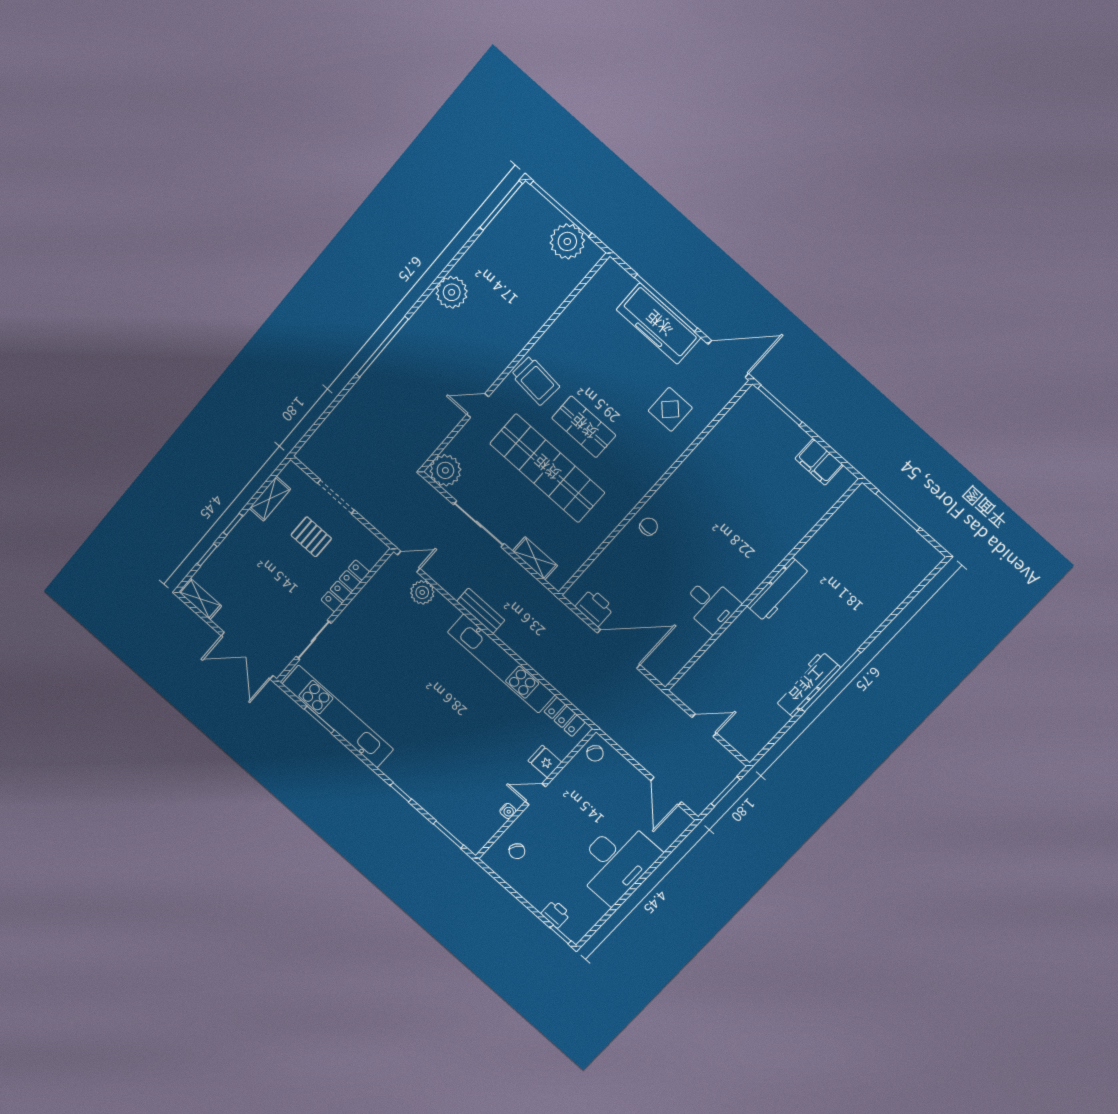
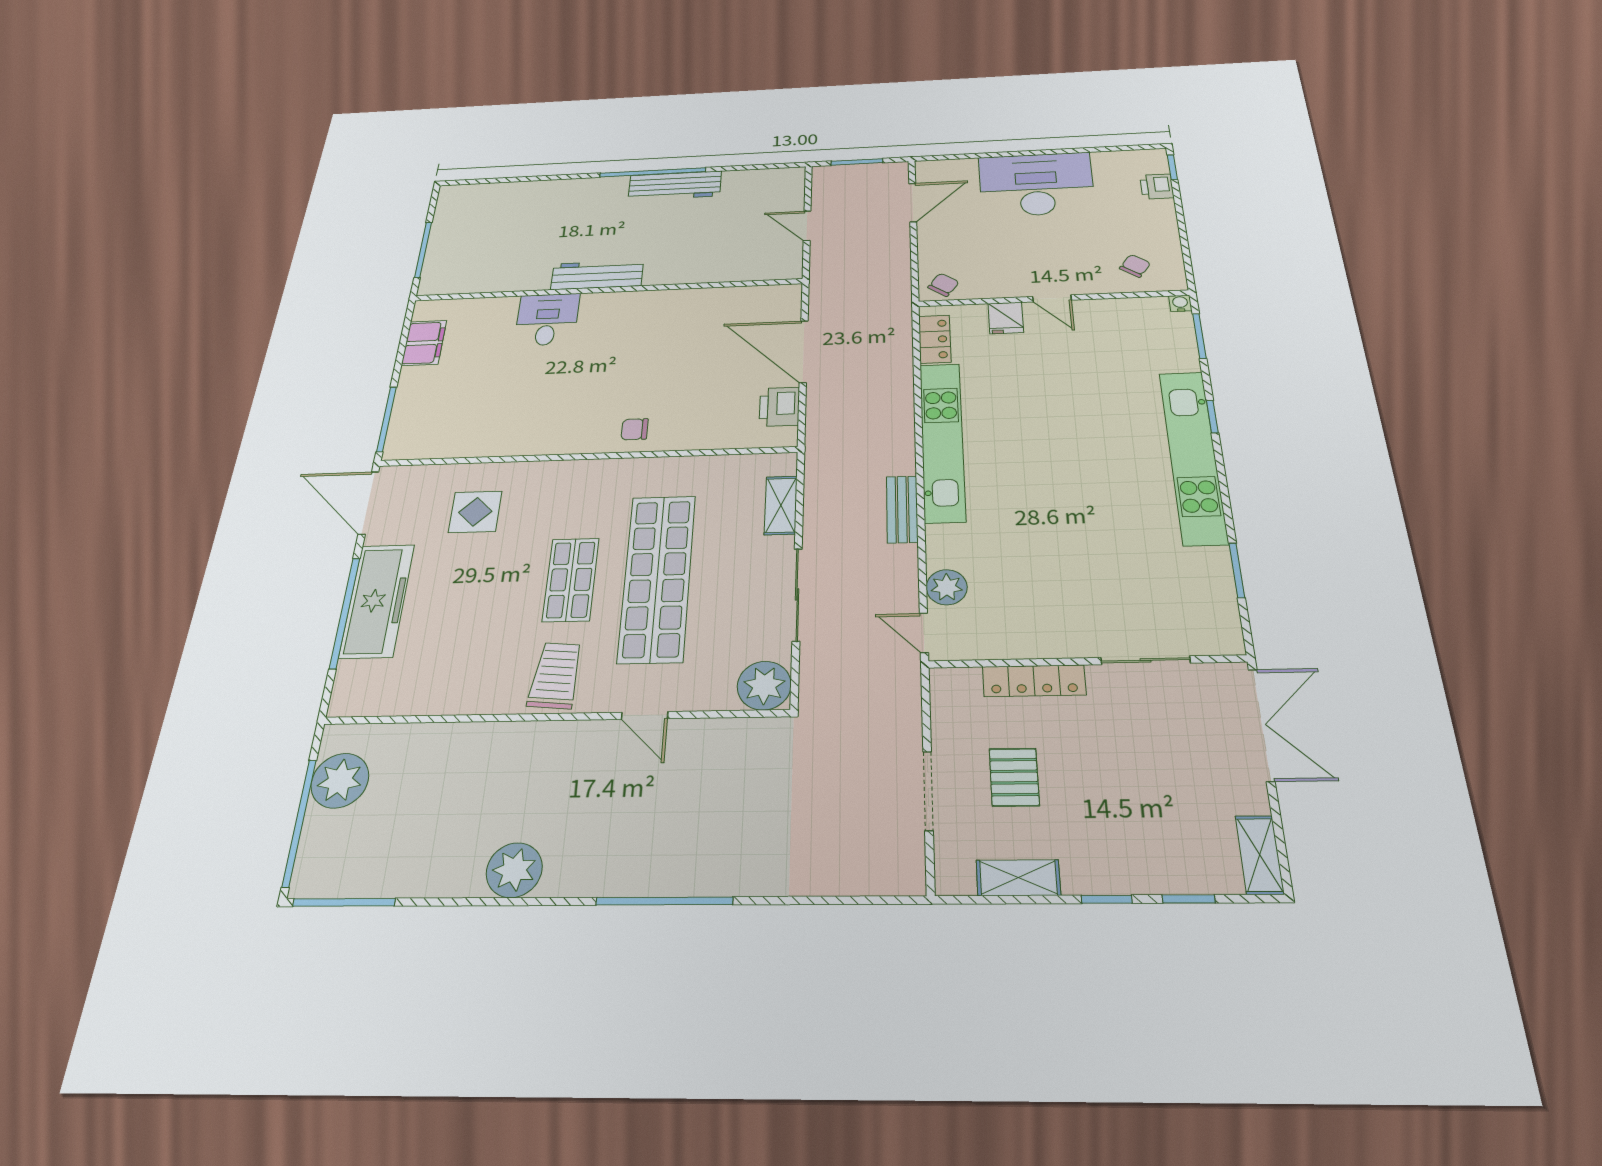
desk: (711, 605) -> (547, 319), moved
kitchen unit: (338, 717) -> (1193, 456), moved
water cooler: (508, 811) -> (1180, 303), moved

